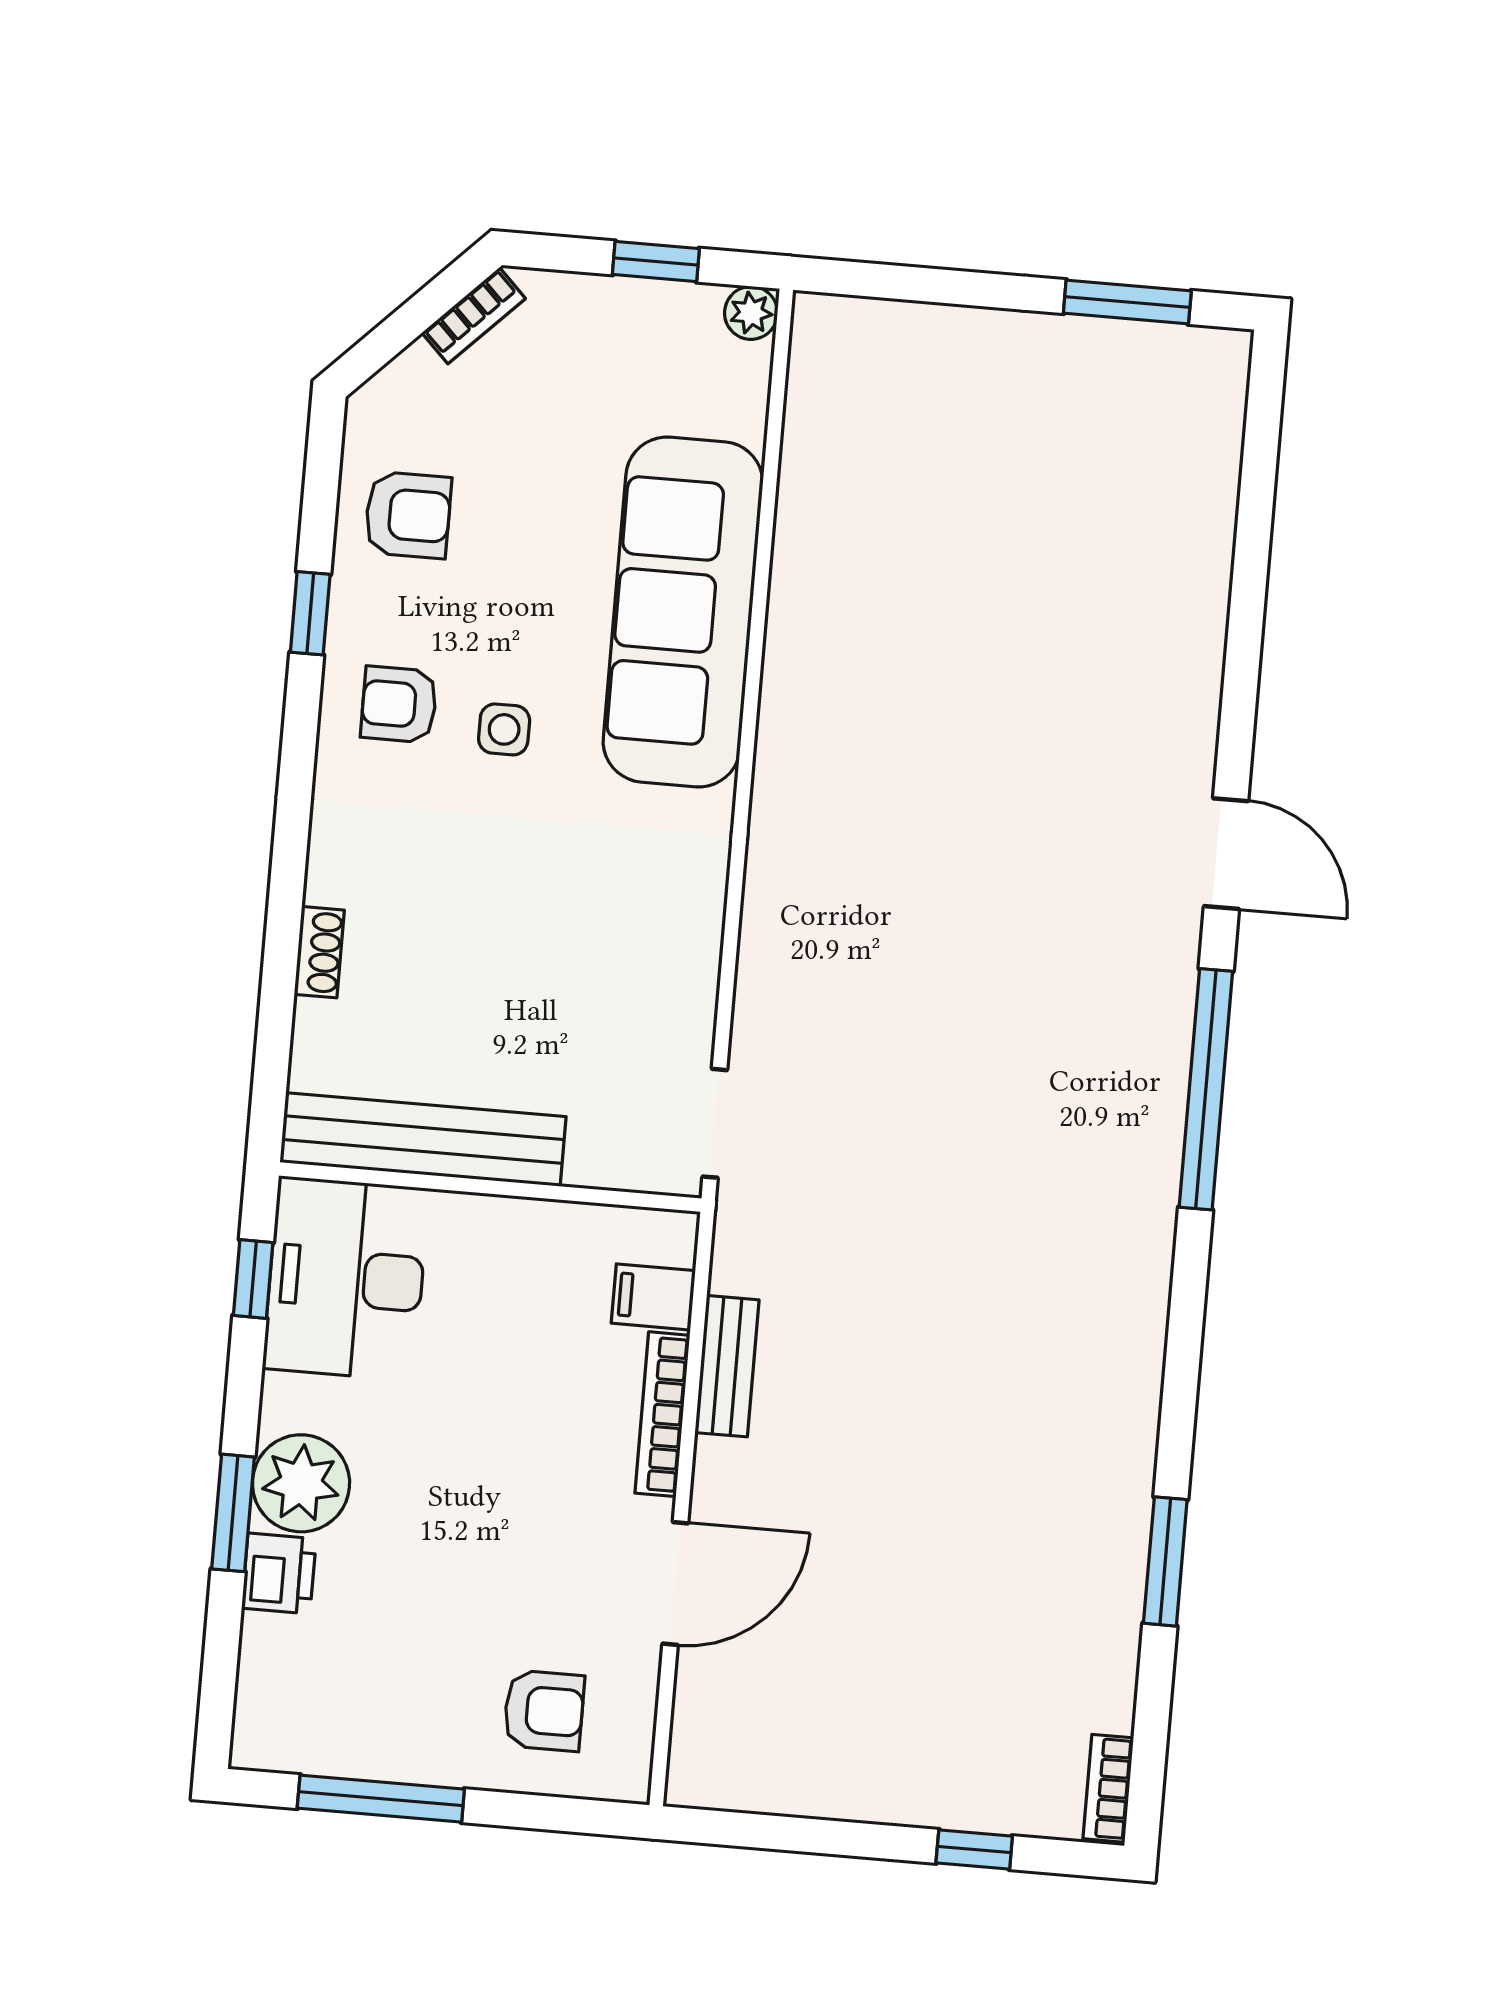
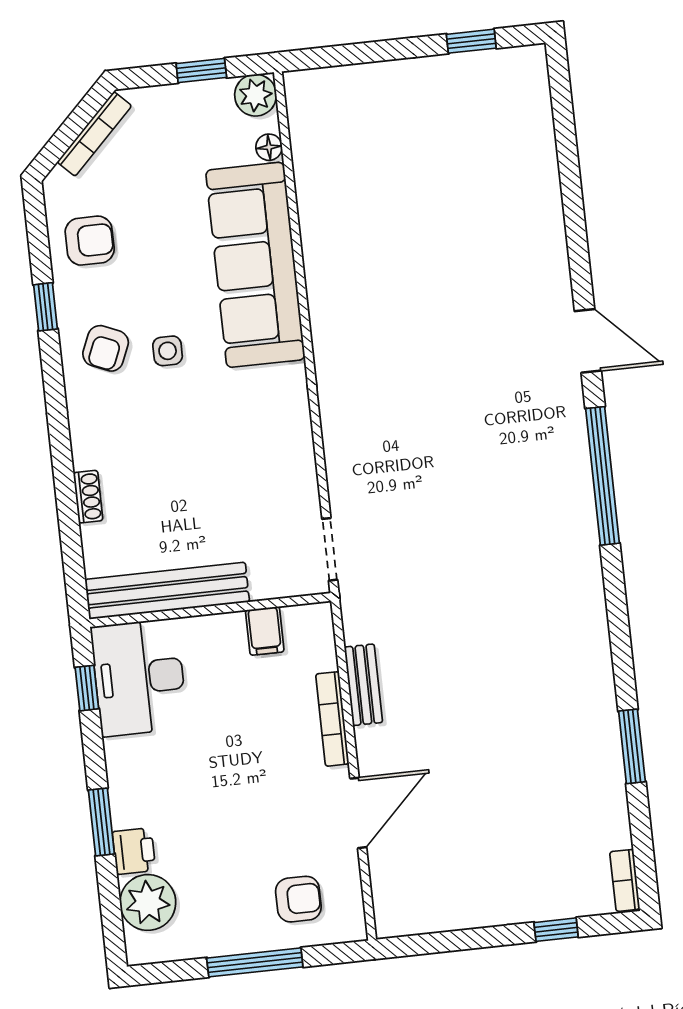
window: (1127, 302) -> (471, 41), width x0.67
plant: (751, 313) -> (256, 95), width x1.38, depth x1.38
bookcase: (474, 316) -> (94, 134), width x1.56
floor lamp: (746, 415) -> (269, 147), added
armchair: (399, 704) -> (106, 348), turned -67
filing cabinet: (653, 1297) -> (265, 631), moved, turned -90
plant: (301, 1483) -> (148, 902), moved
window: (381, 1799) -> (255, 962), moved

